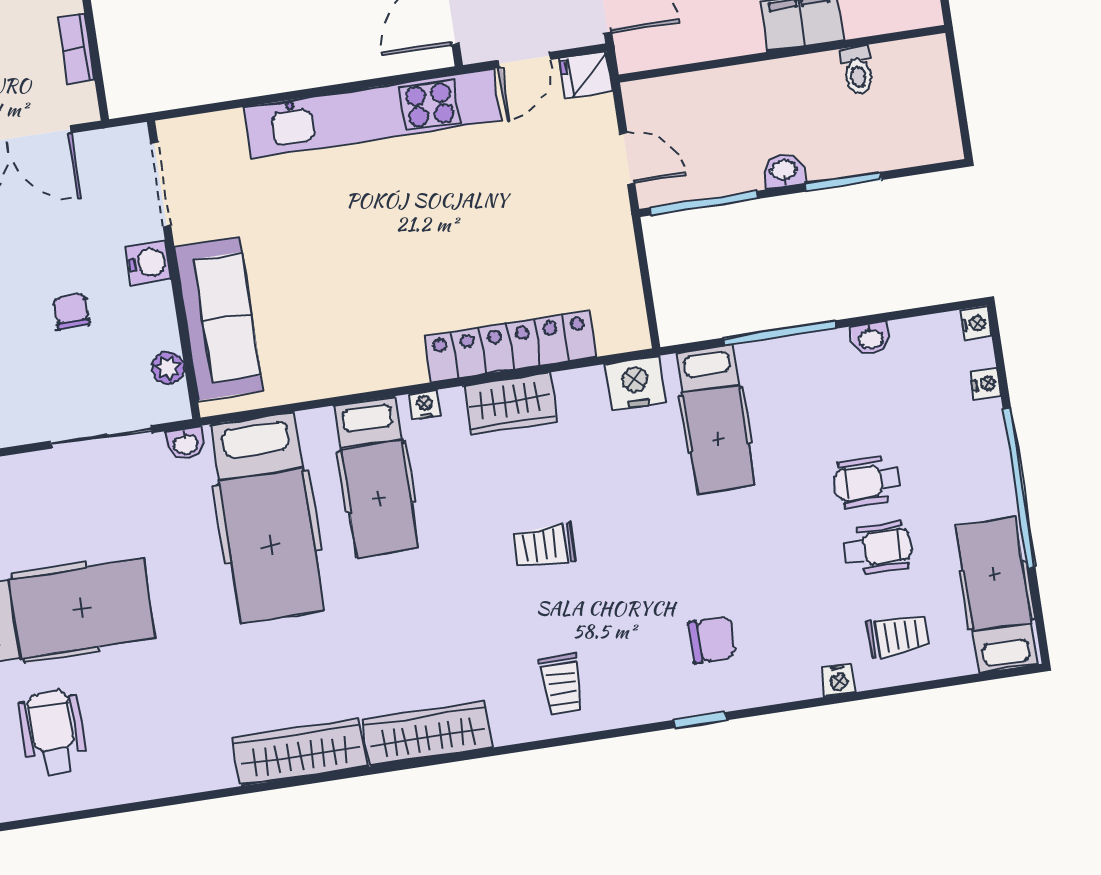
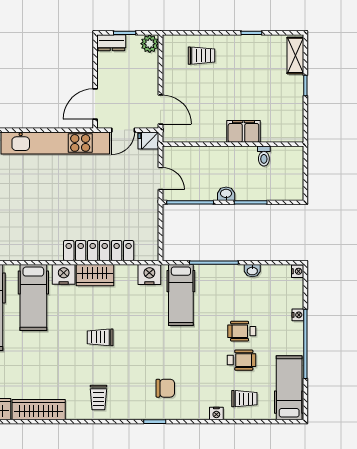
nightstand: (986, 384) -> (298, 315), moved
nightstand: (424, 405) -> (64, 274), width x1.89, depth x1.79

